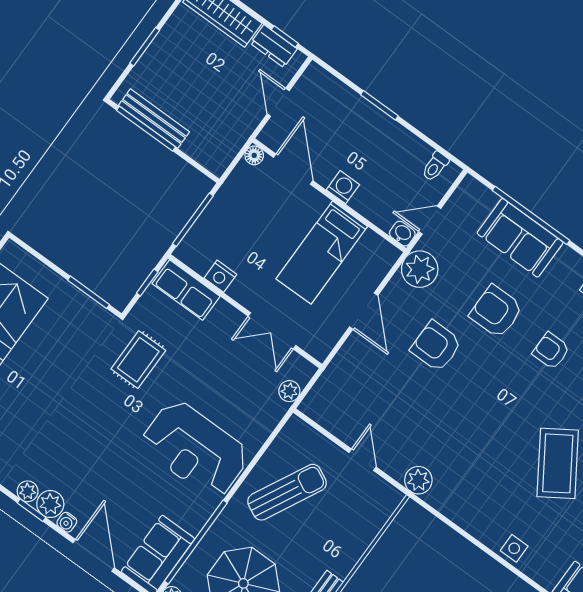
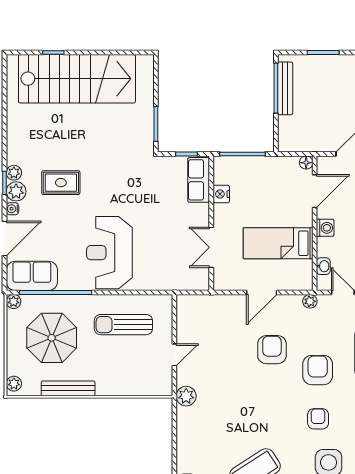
washbasin: (402, 234) -> (323, 266), moved
plant: (420, 269) -> (310, 301), width x0.53, depth x0.53
rug: (138, 360) -> (61, 183), moved
plant: (289, 391) -> (183, 283), removed
sun lounger: (287, 492) -> (123, 325), turned 153

